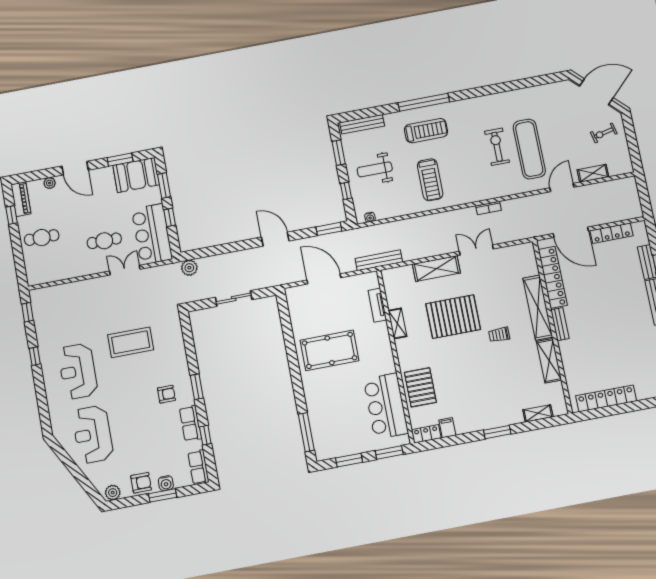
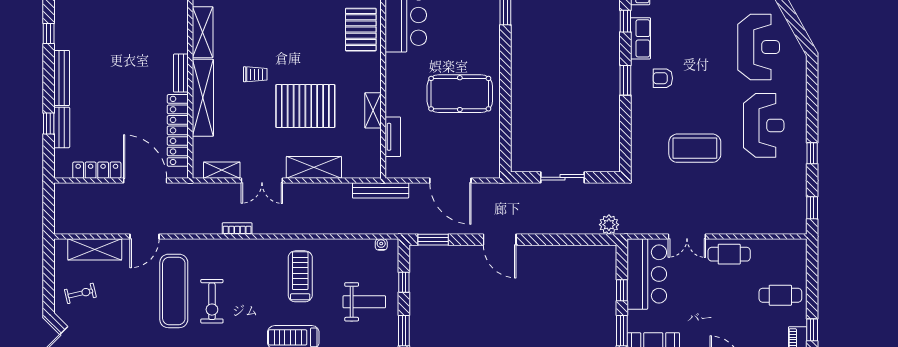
shelving: (593, 173) -> (95, 249), width x1.50, depth x1.33
cafe table: (104, 241) -> (729, 254), moved
shelving: (510, 252) -> (222, 170), added

